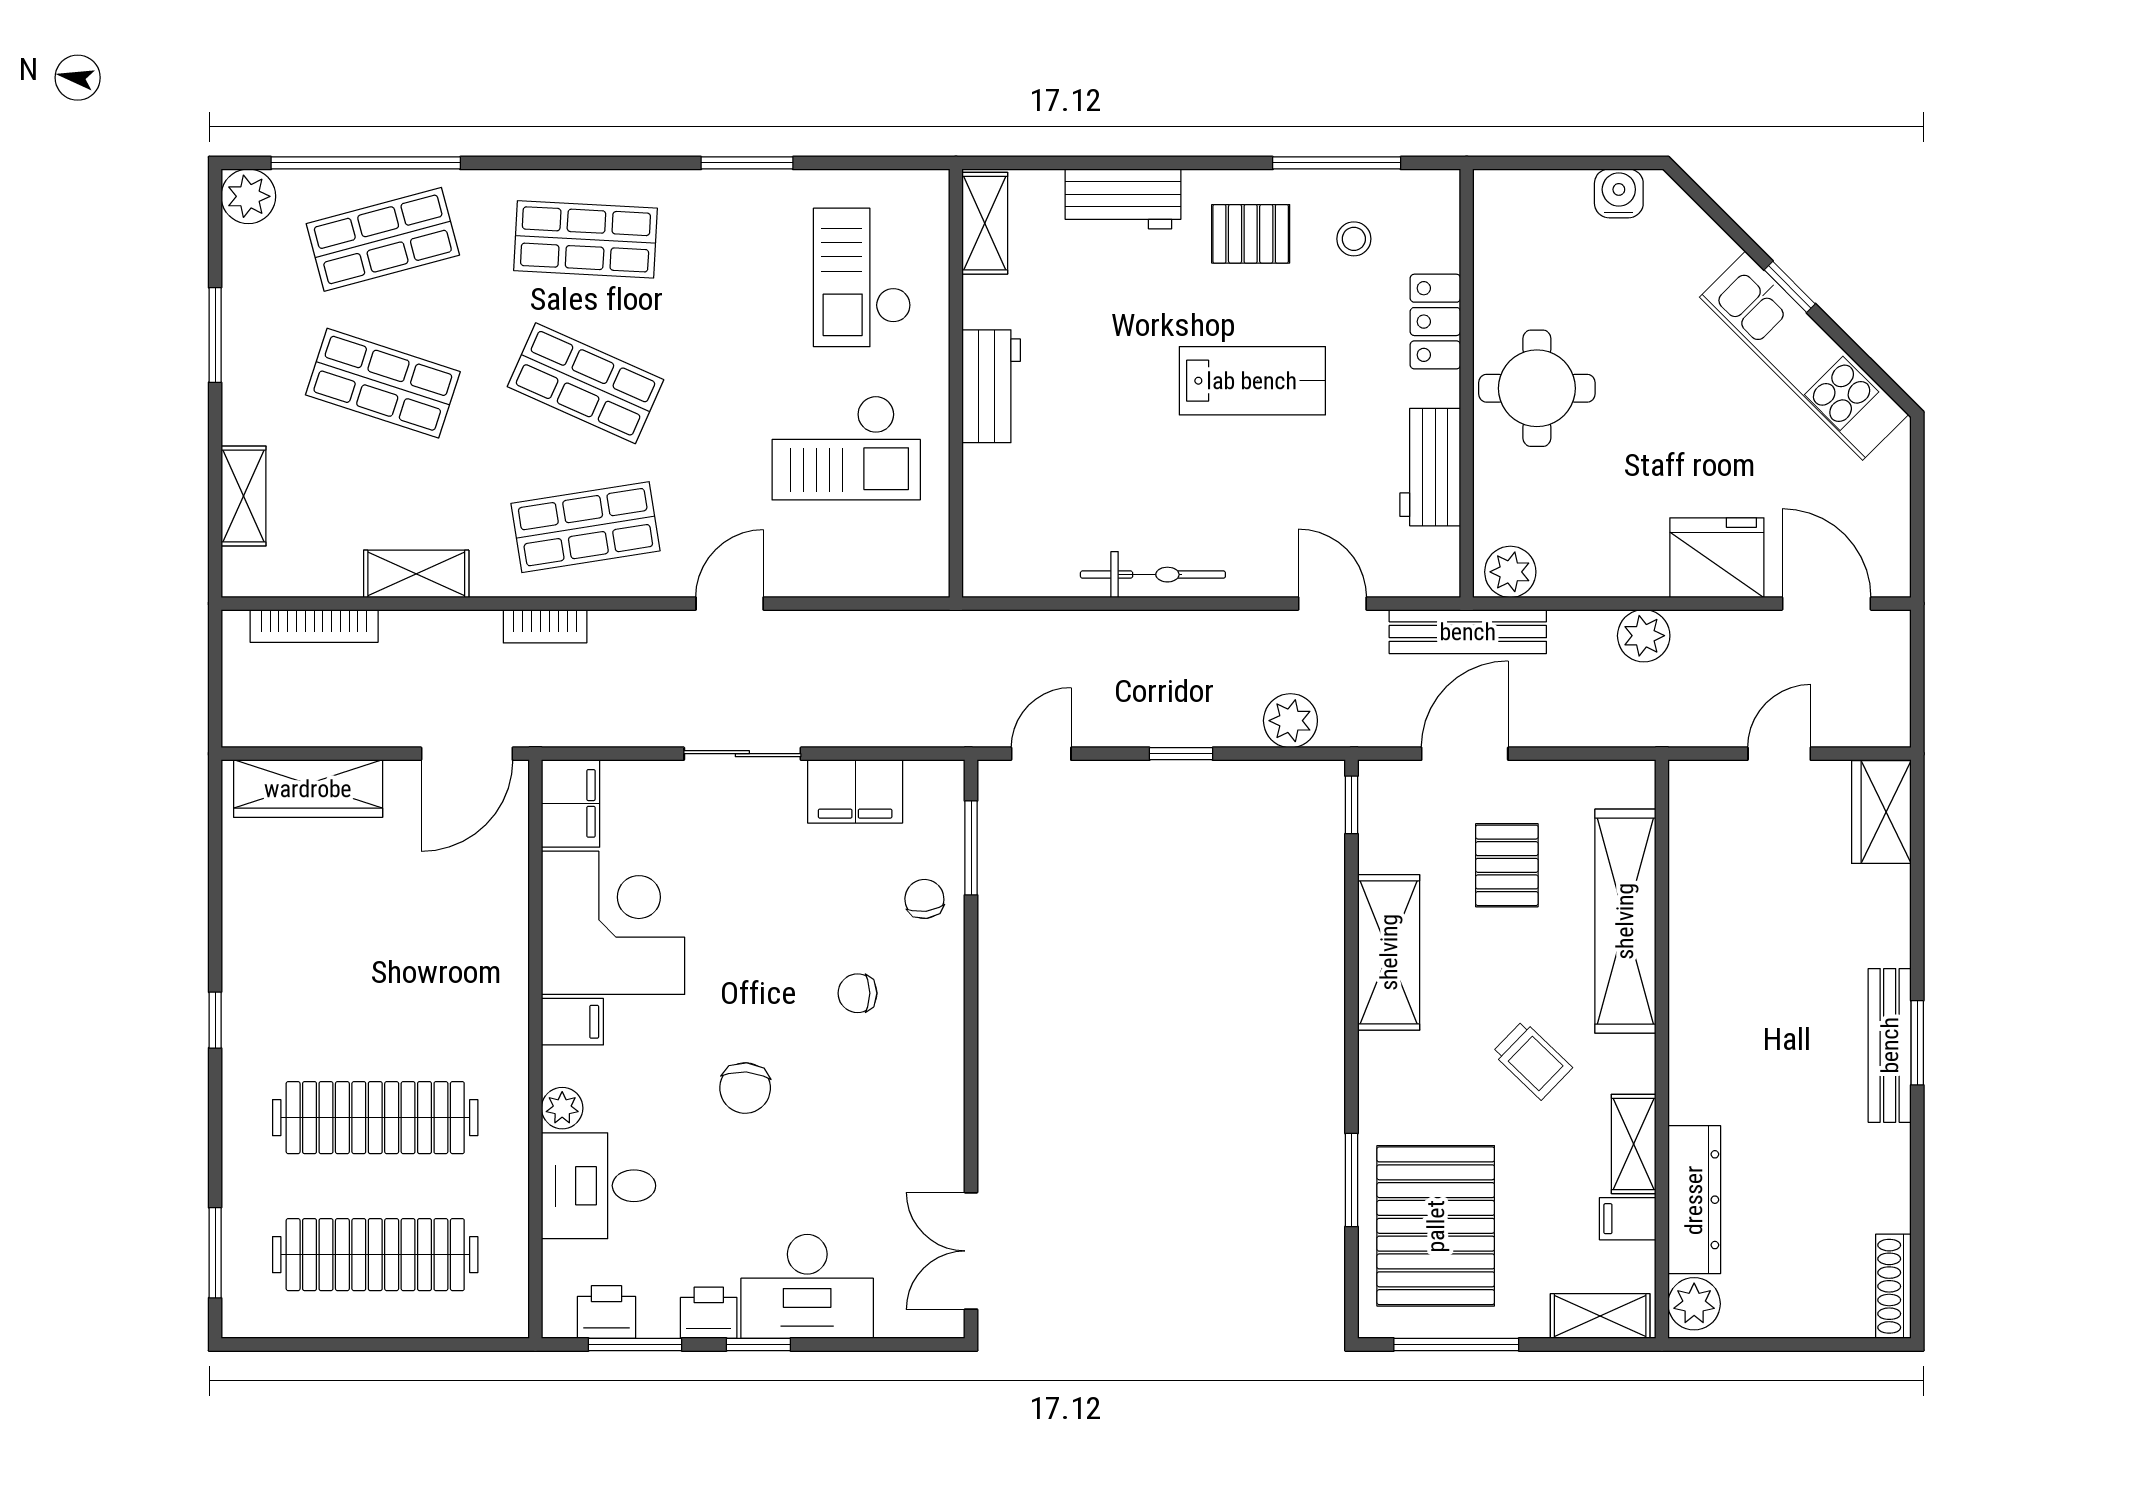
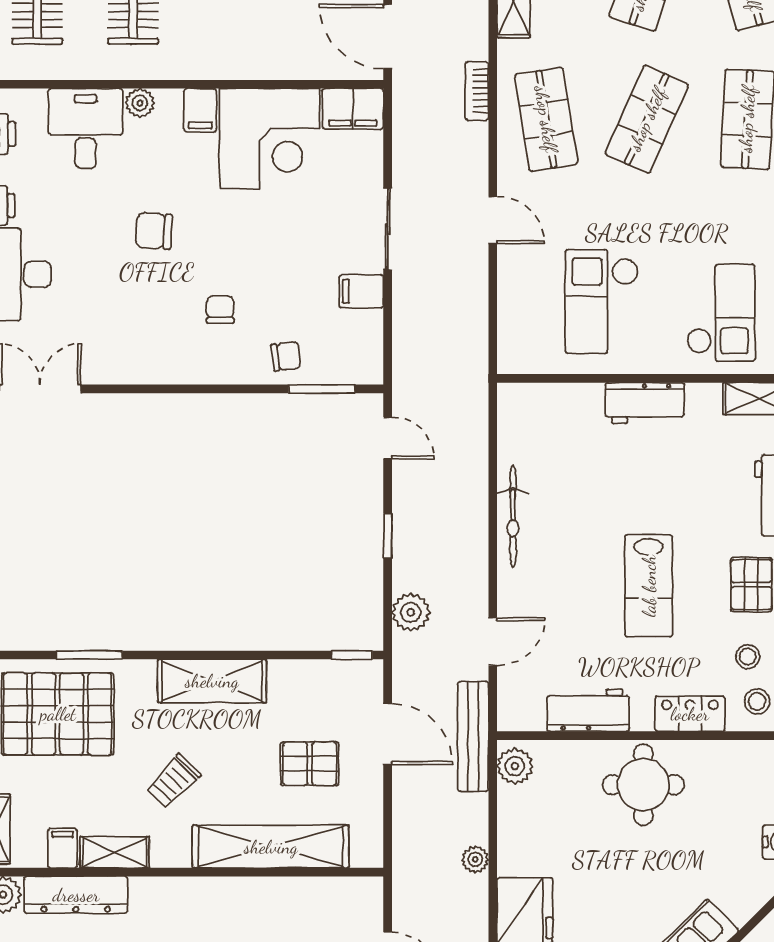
stool: (1418, 226) -> (757, 701), added
checkout: (862, 277) -> (721, 313), turned 90
plant: (1644, 636) -> (475, 859), width x0.73, depth x0.73
filing cabinet: (855, 791) -> (361, 291), width x0.50
shelving: (1389, 952) -> (212, 681), moved

